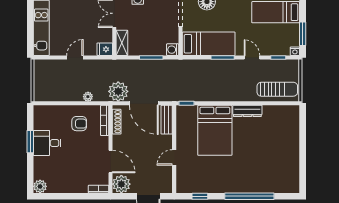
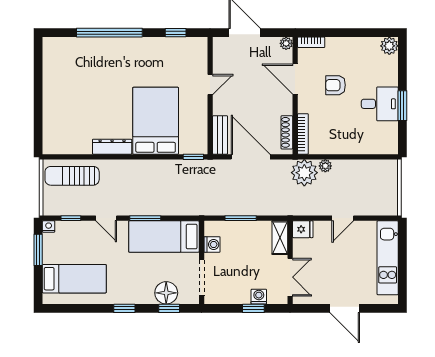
washing machine: (173, 50) -> (212, 244), moved
plant: (118, 91) -> (304, 173), moved
armchair: (79, 124) -> (336, 85), moved
plant: (121, 184) -> (286, 43), width x0.53, depth x0.53

